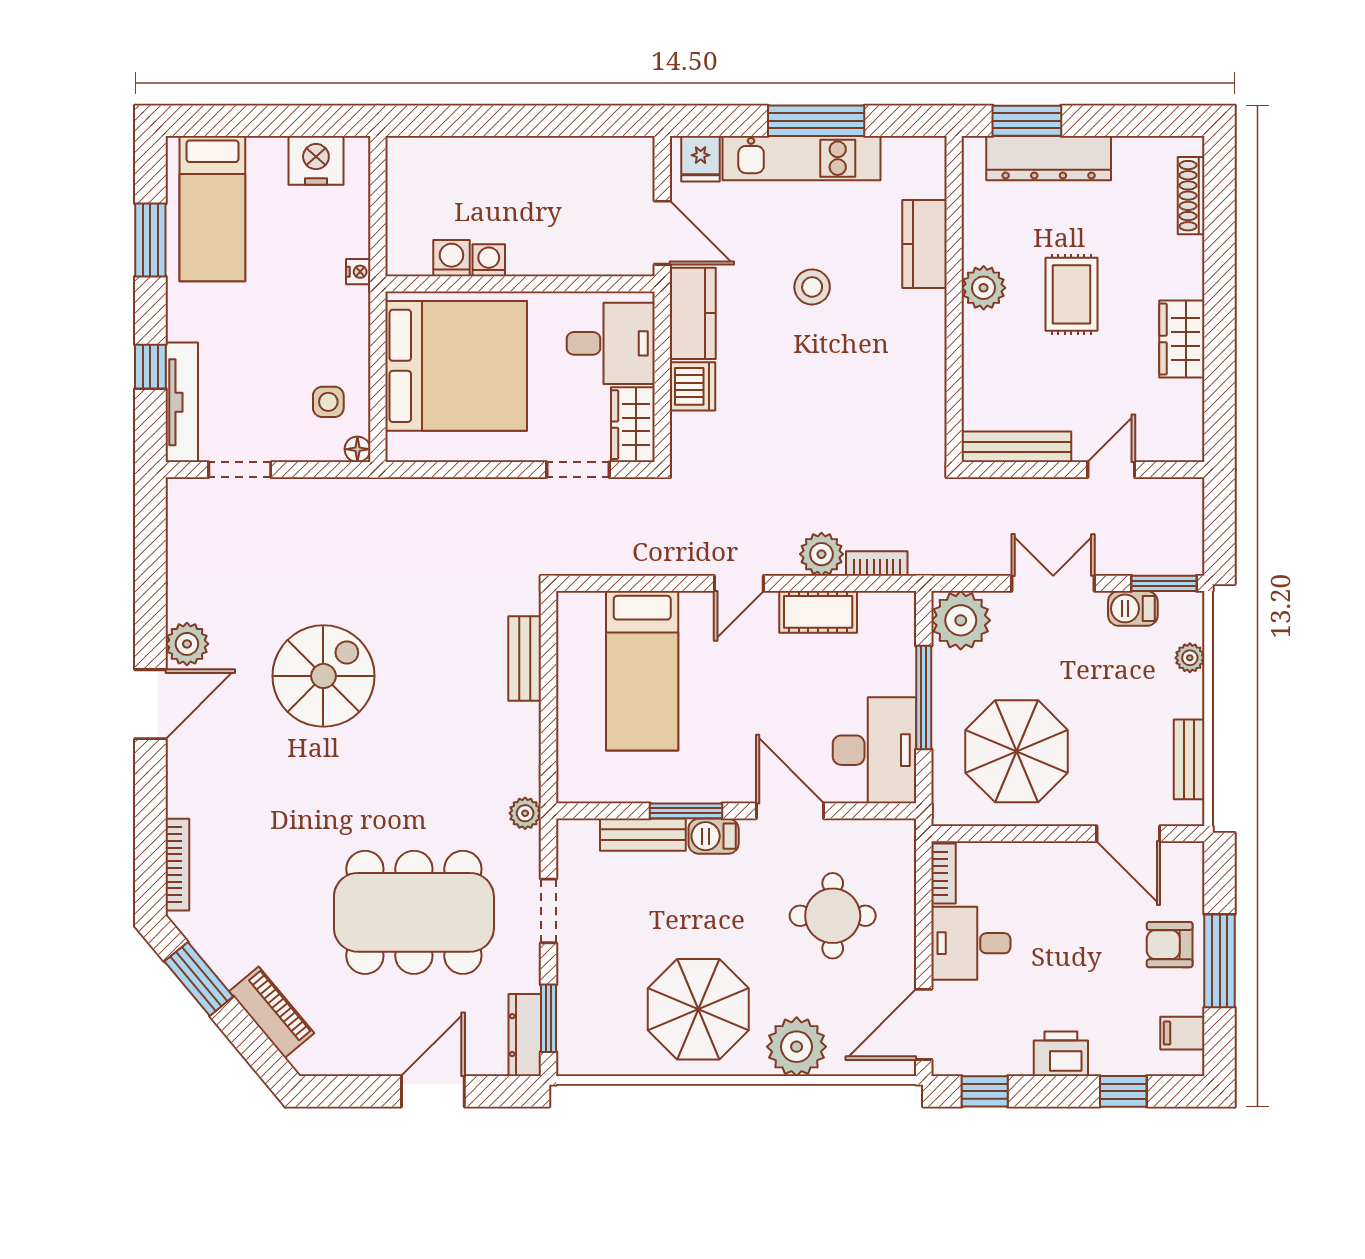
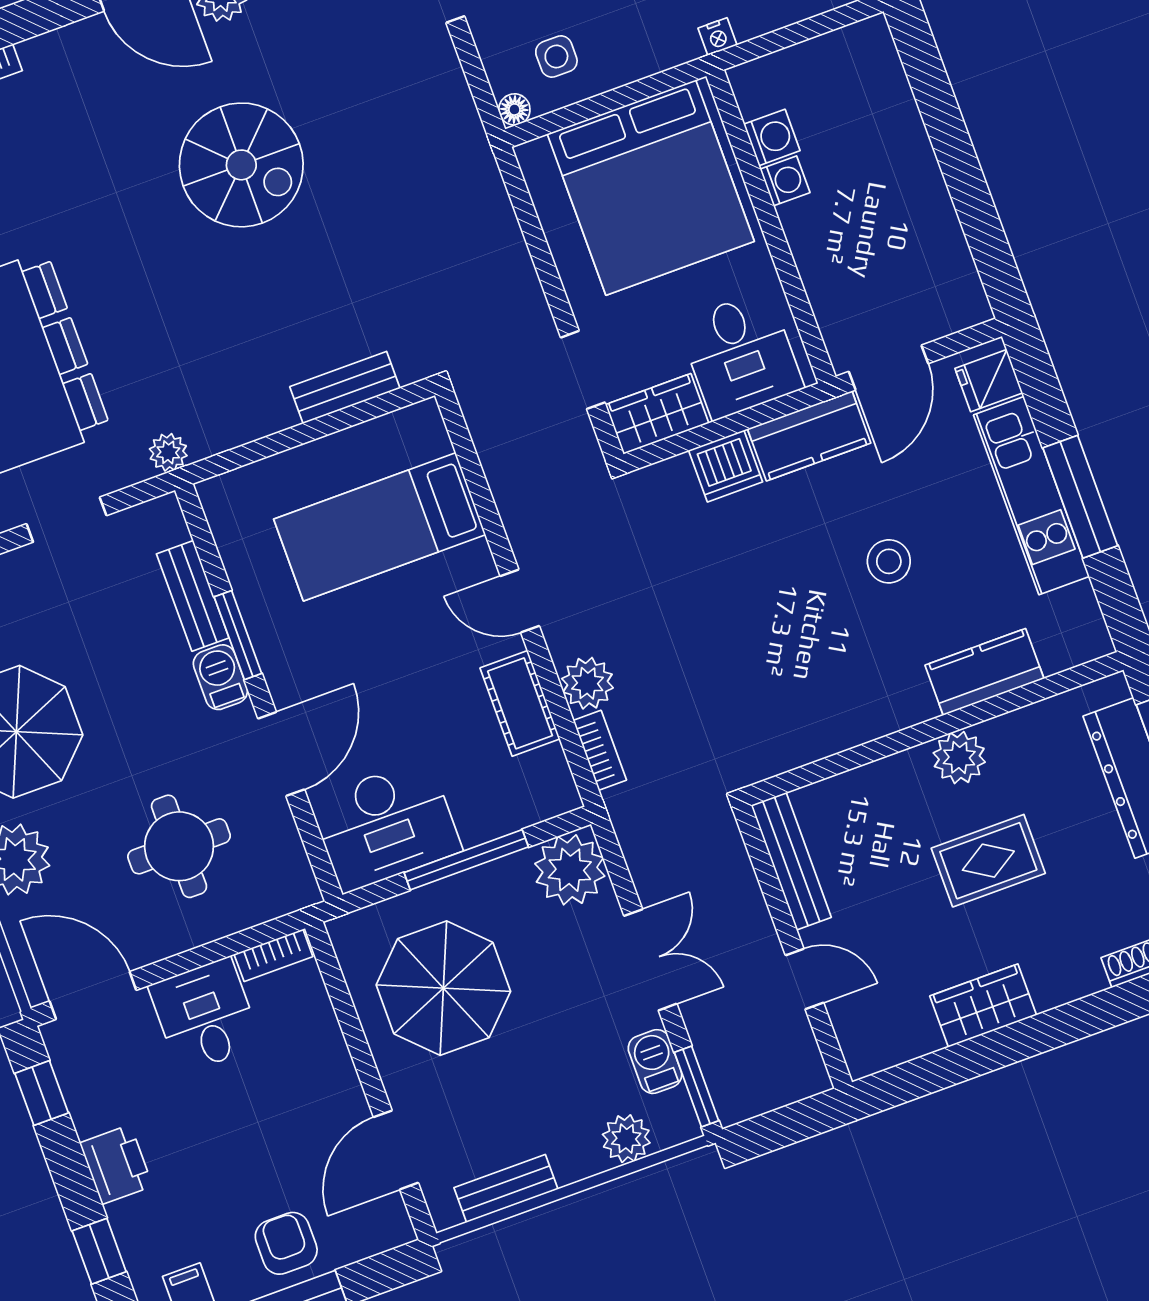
plant: (1190, 658) -> (626, 1139), width x1.38, depth x1.38

